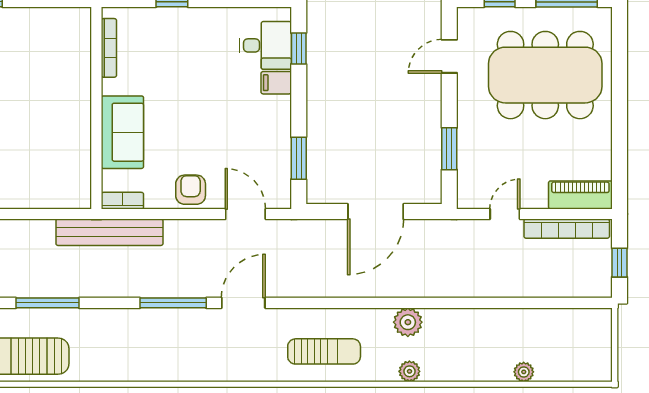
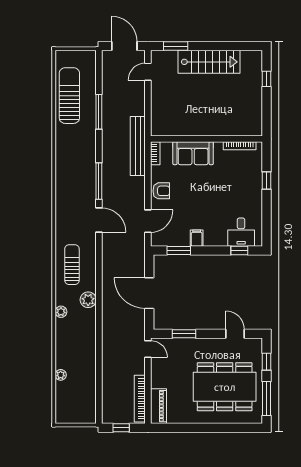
dining table: (545, 75) -> (225, 387), turned 90
filing cabinet: (276, 83) -> (197, 238), moved
door: (505, 214) -> (148, 349), moved
plant: (408, 322) -> (88, 300), moved
sun lounger: (324, 351) -> (72, 265), turned 180

